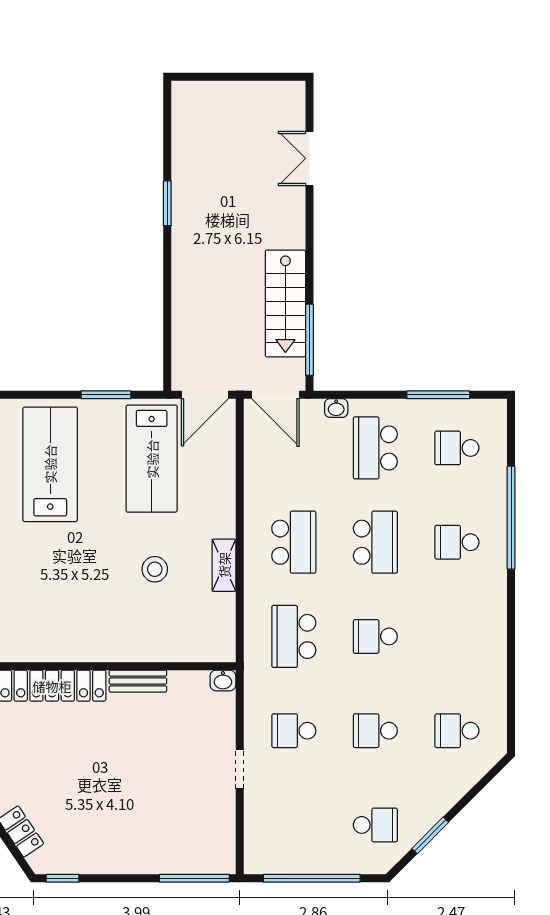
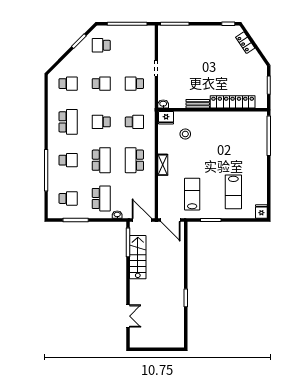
door: (205, 395) -> (171, 220), swing flipped
lab bench: (152, 459) -> (192, 194), width x0.73, depth x0.72
lab bench: (50, 464) -> (233, 192), width x0.73, depth x0.72
school desk: (375, 542) -> (101, 160), turned 180
shelving: (224, 565) -> (163, 165), moved
stool: (155, 569) -> (185, 134), moved
school desk: (294, 636) -> (134, 122), width x0.54
school desk: (375, 636) -> (101, 122), turned 180
school desk: (457, 636) -> (68, 122), added
fridge: (216, 647) -> (166, 118), added
school desk: (294, 731) -> (134, 84), turned 180

